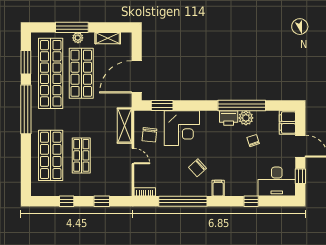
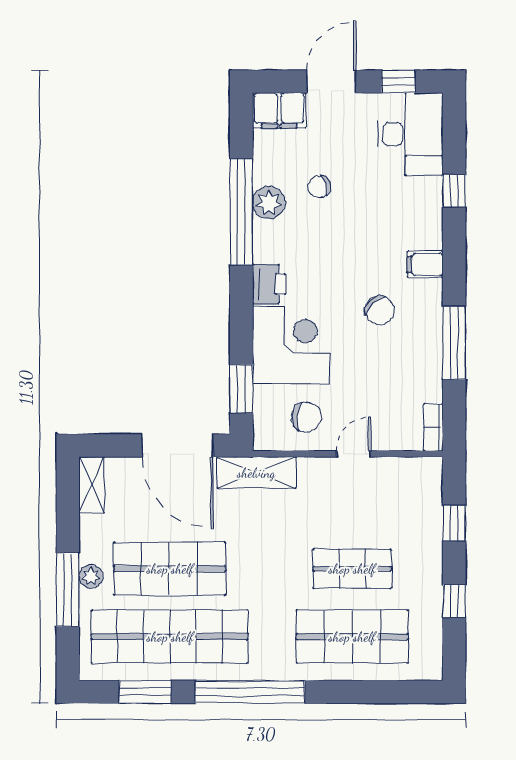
shelving: (108, 38) -> (92, 485), moved
printer: (229, 118) -> (269, 284), moved
shelving: (125, 126) -> (256, 473), moved
window: (183, 201) -> (454, 343), width x0.68

